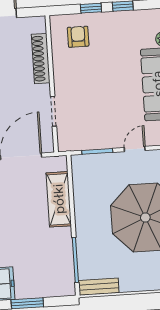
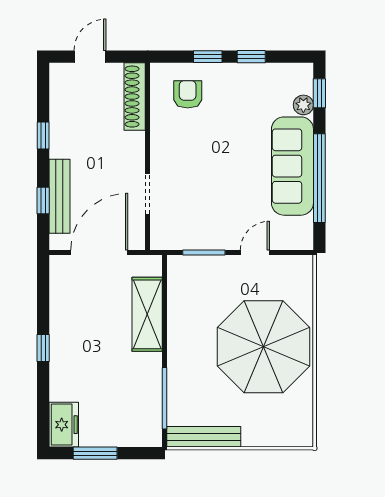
shoe rack: (41, 59) -> (135, 97), moved
bench: (99, 287) -> (204, 437), width x1.36

